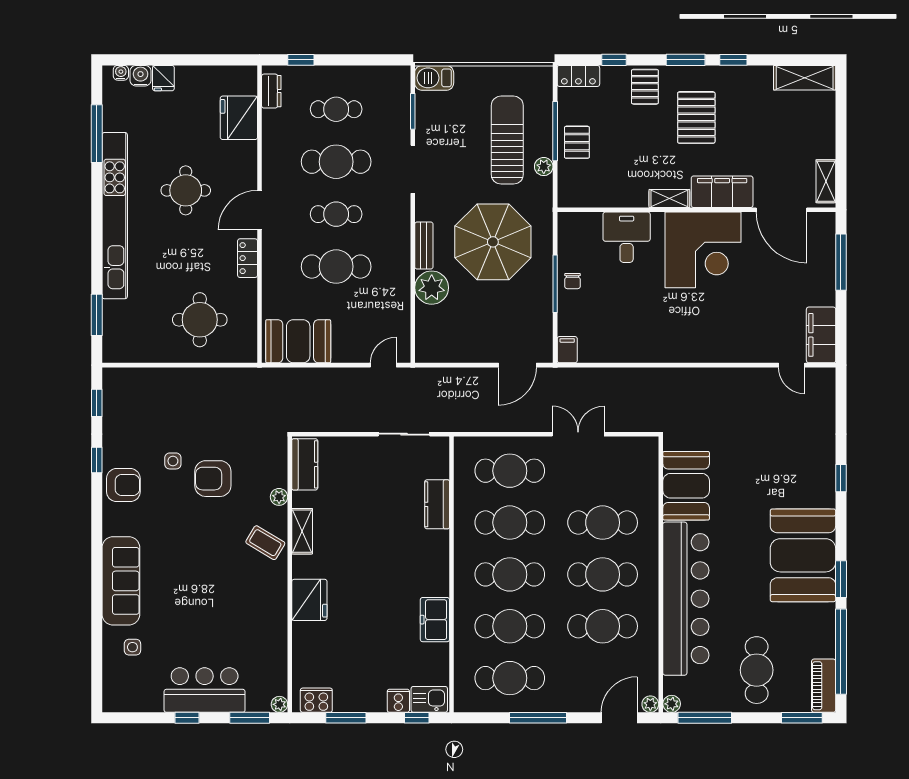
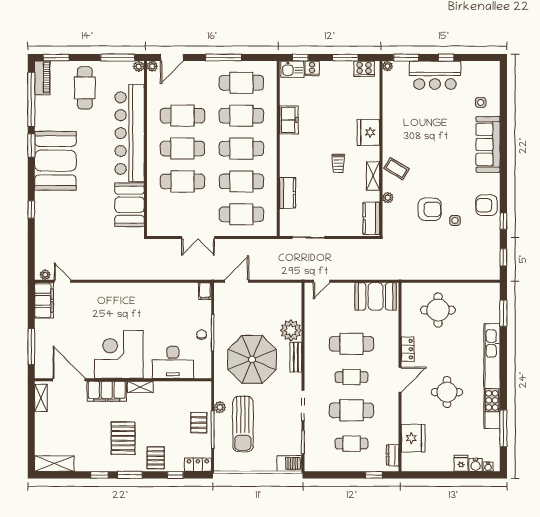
desk: (627, 237) -> (173, 362), width x1.37
plant: (819, 375) -> (45, 275), added
trolley: (357, 551) -> (338, 163), added

